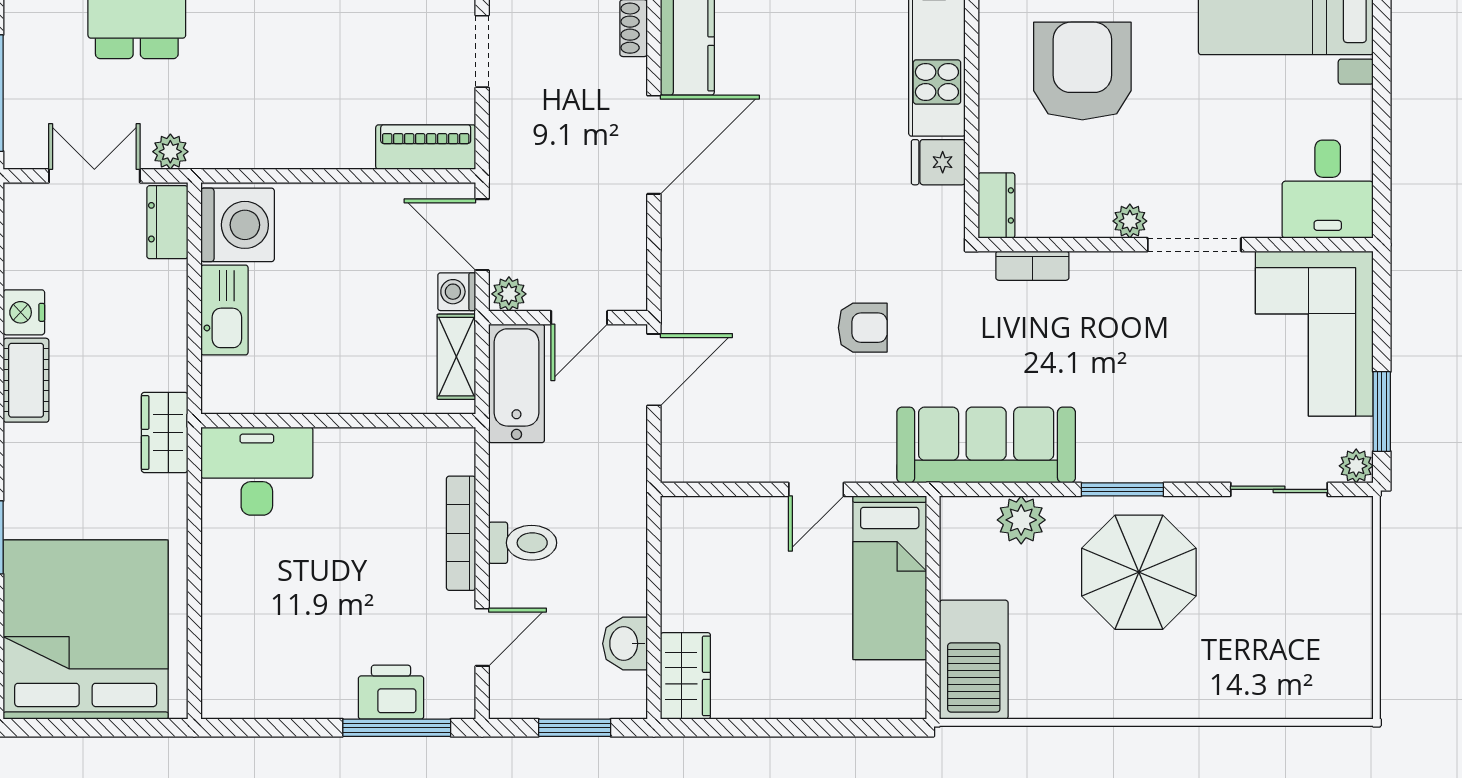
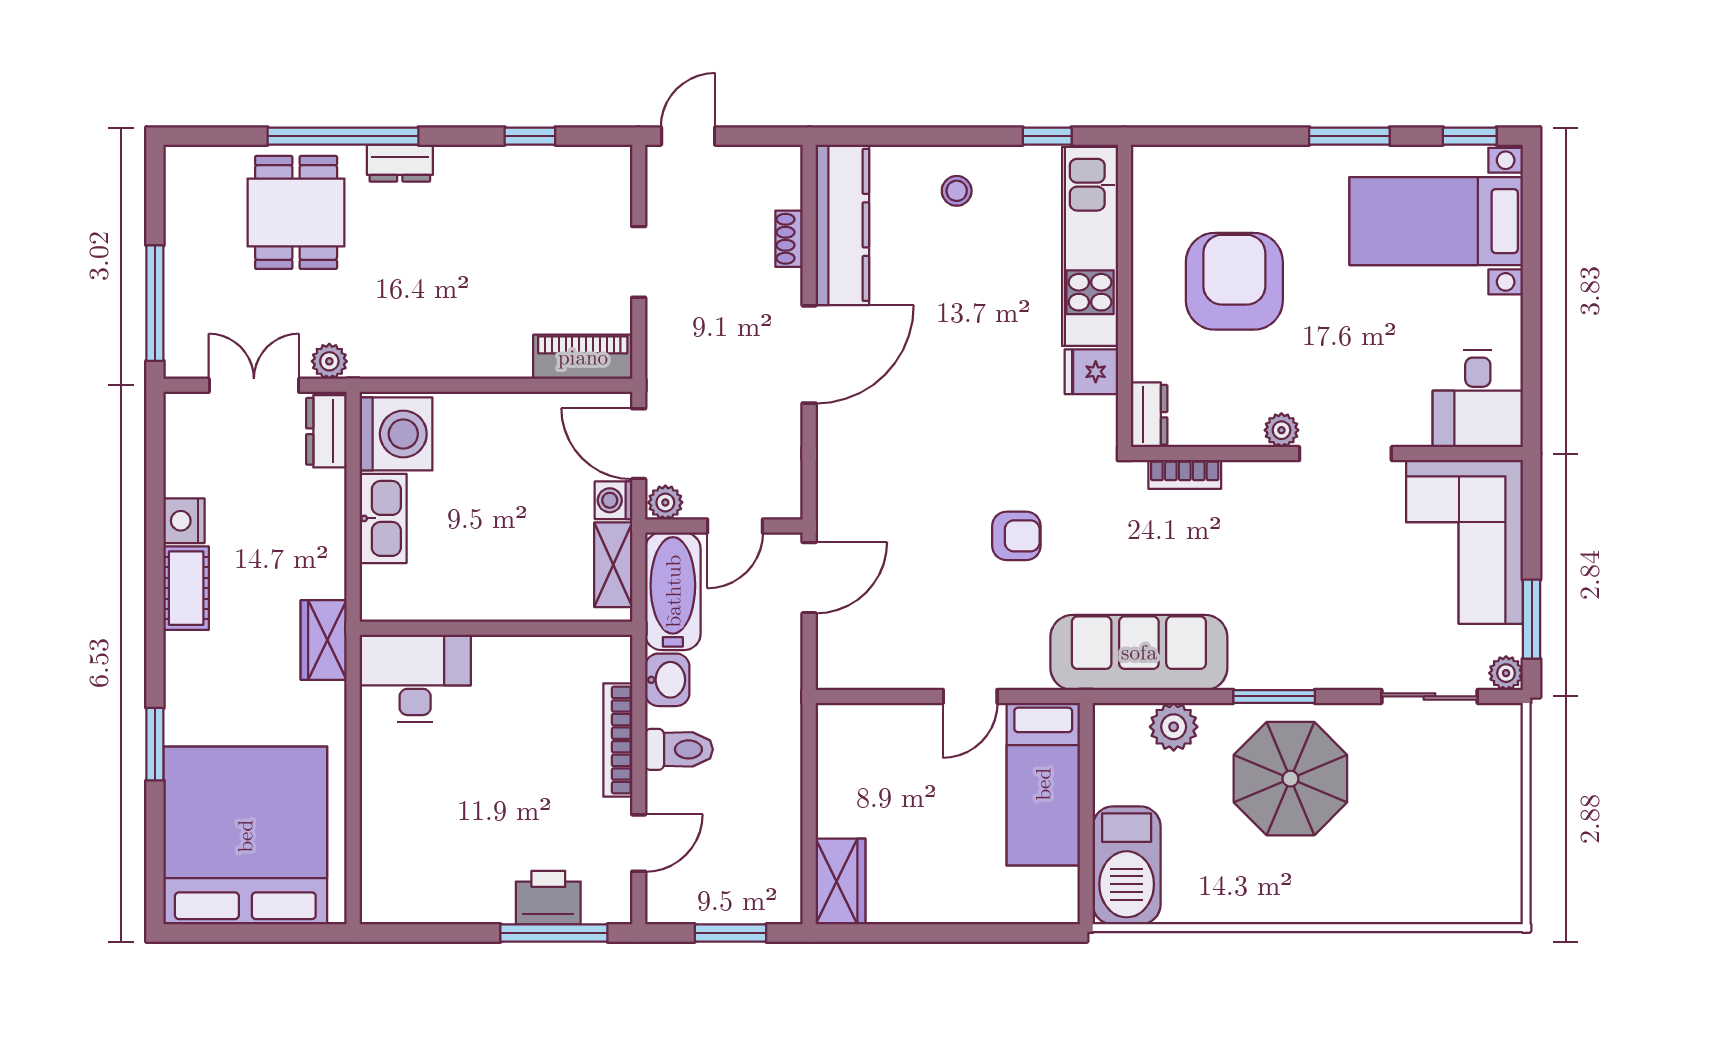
washbasin: (625, 644) -> (667, 680), moved, turned 180

